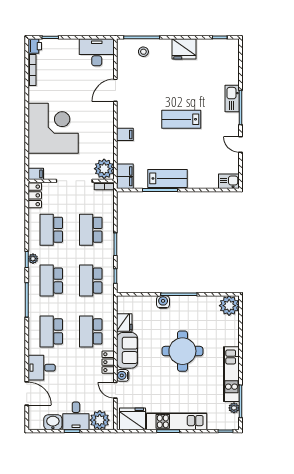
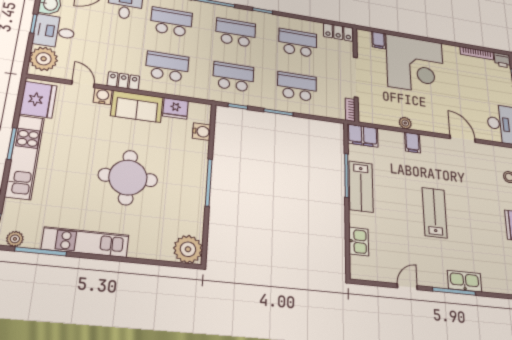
plant: (104, 169) -> (405, 123), moved, width x0.53, depth x0.53
filing cabinet: (36, 174) -> (379, 40), moved
kitchen sink: (229, 181) -> (359, 241), moved
plant: (33, 259) -> (263, 18), removed
water cooler: (163, 302) -> (202, 132), moved
door: (115, 390) -> (83, 84), hinge flipped
plant: (234, 408) -> (15, 239), moved

